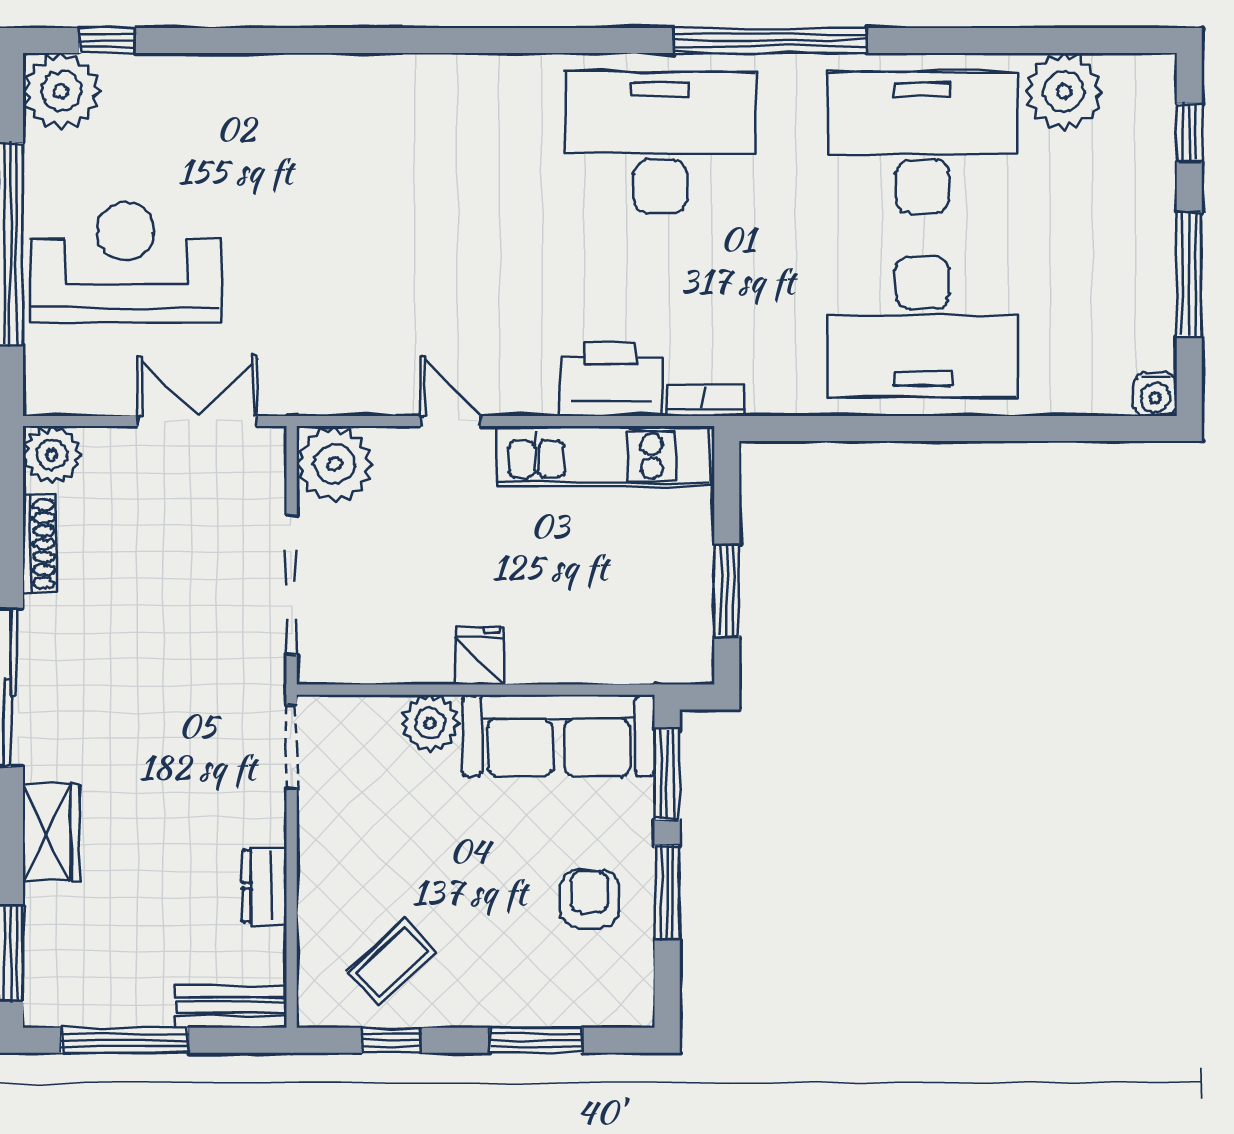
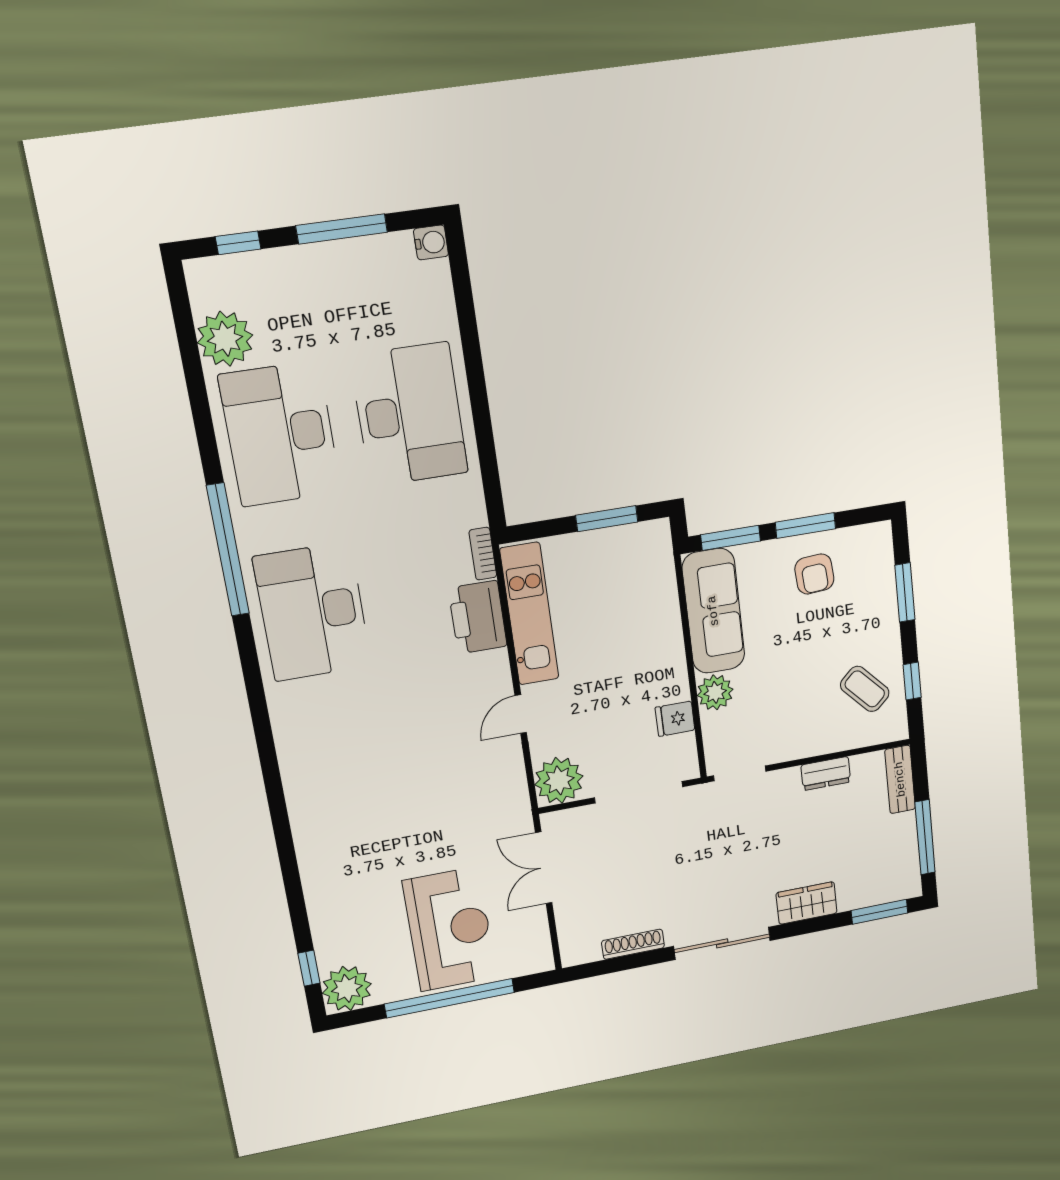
reception desk: (126, 262) -> (450, 929), turned 180
plant: (52, 455) -> (577, 948), removed
fridge: (480, 656) -> (675, 719), moved
armchair: (590, 899) -> (814, 574), turned -94

